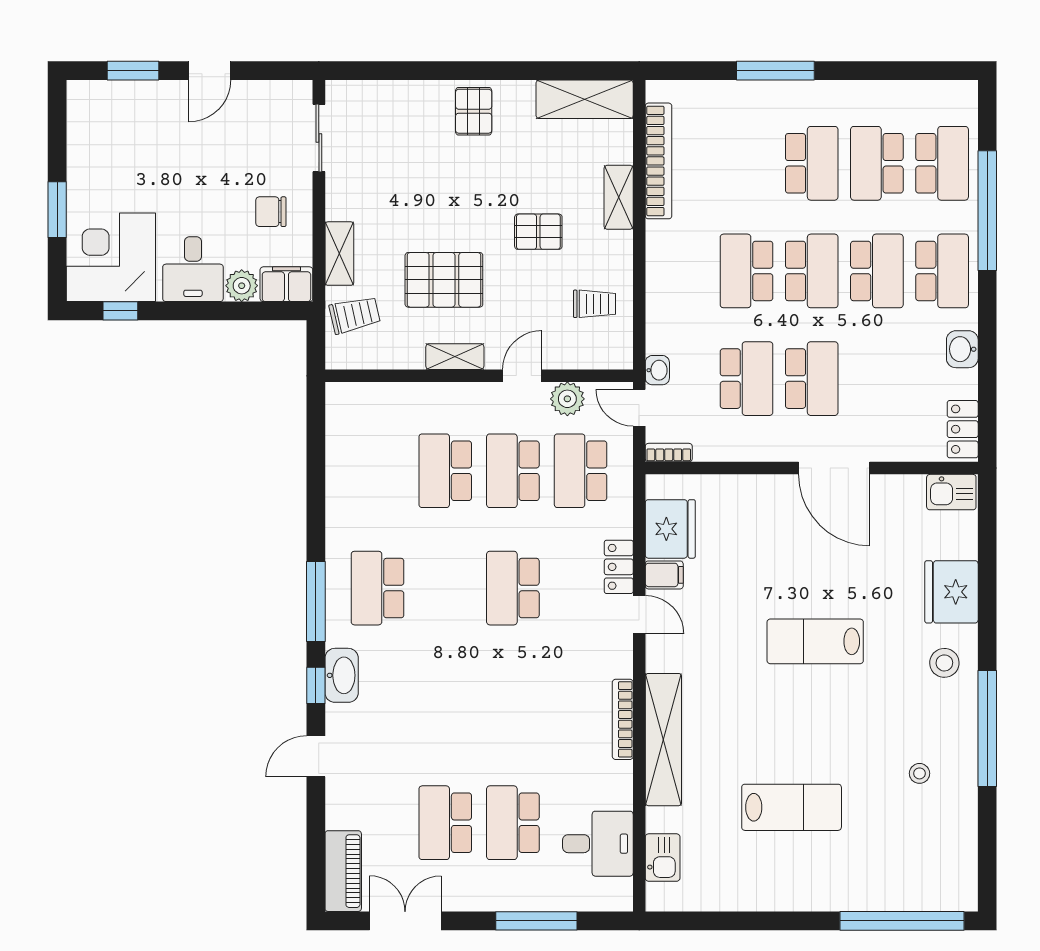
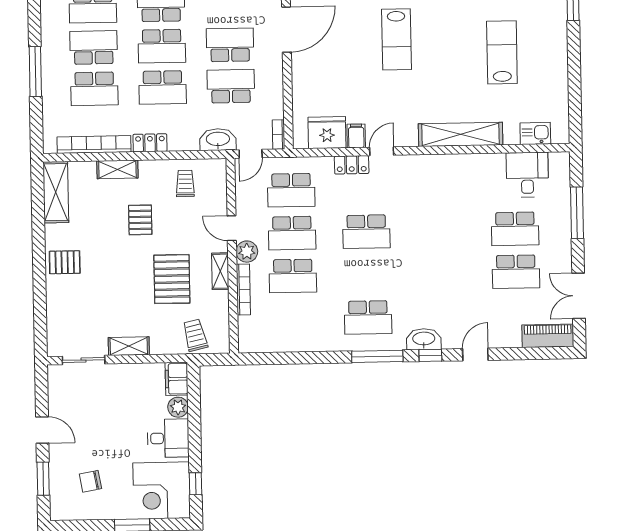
school desk: (746, 163) -> (94, 89), added
chair: (271, 212) -> (90, 481), moved, turned 80
locker: (659, 249) -> (150, 143), added
shelving: (339, 254) -> (129, 346), moved
school desk: (812, 271) -> (162, 46), turned 180
washbasin: (657, 370) -> (218, 140), width x1.91, depth x1.45
plant: (567, 399) -> (247, 252), moved
bookcase: (623, 719) -> (243, 289), moved, turned -90
door: (316, 756) -> (475, 354), swing flipped

